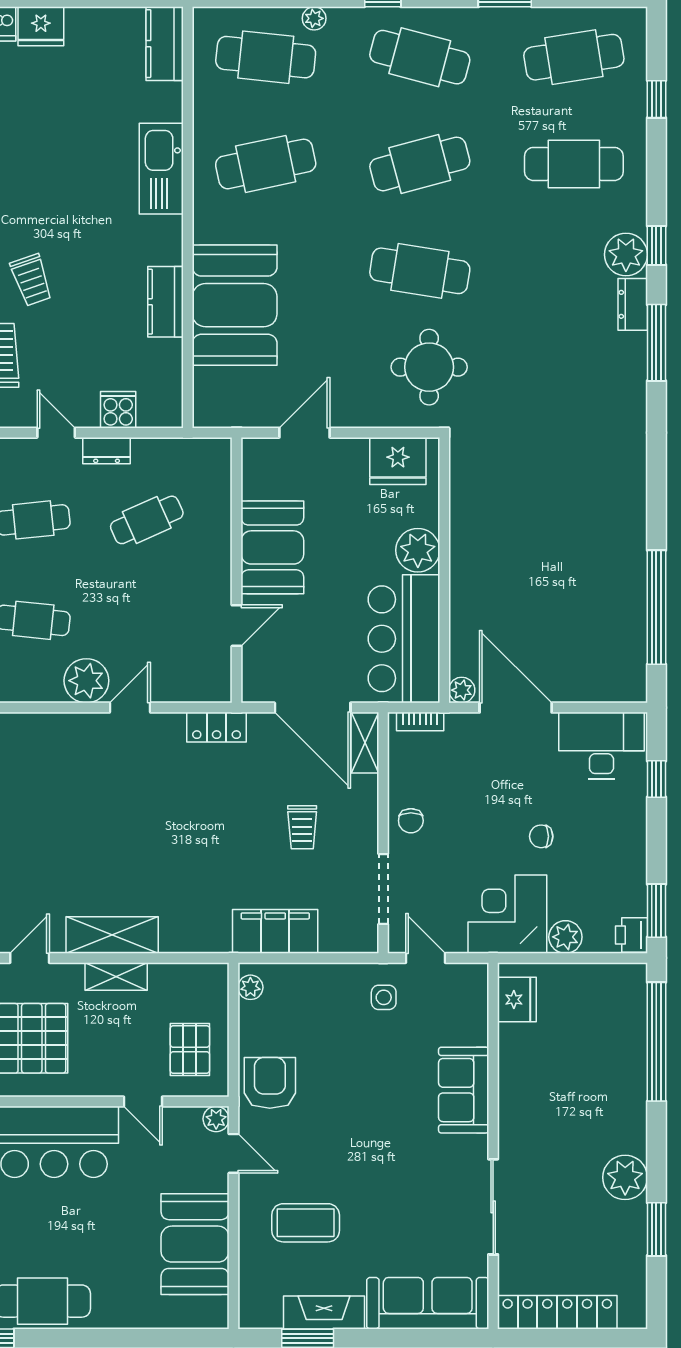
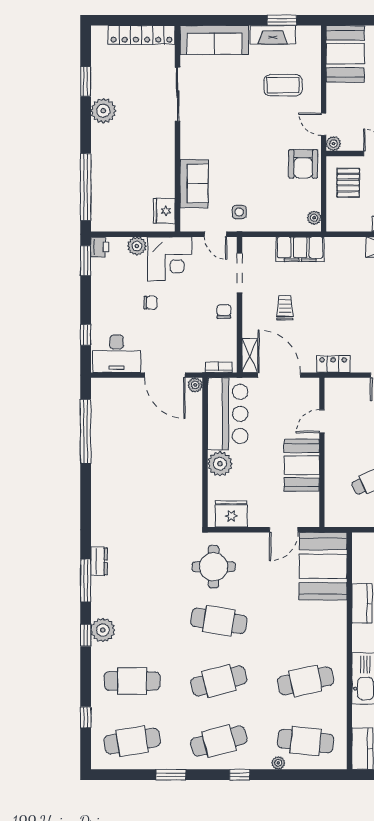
cafe table: (420, 57) -> (219, 741), turned -30
dresser: (633, 304) -> (99, 561), moved
booth: (235, 305) -> (323, 566), moved
sofa: (464, 1090) -> (194, 184), moved
booth: (195, 1244) -> (345, 54), moved

